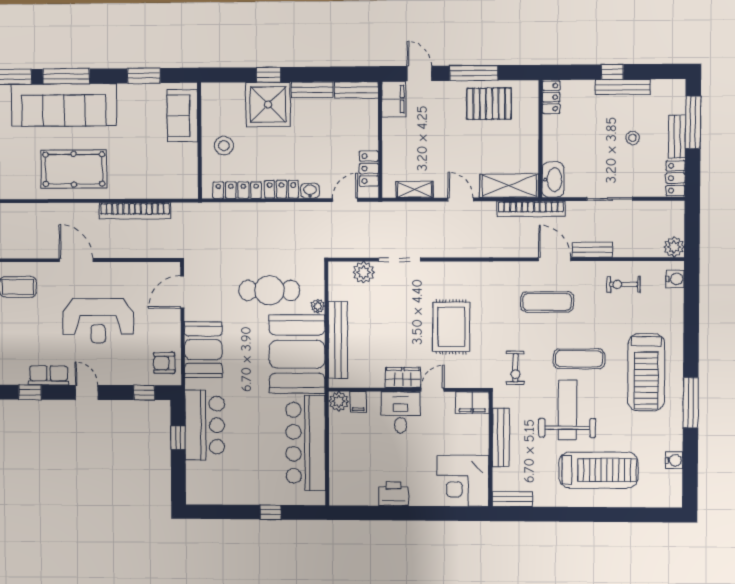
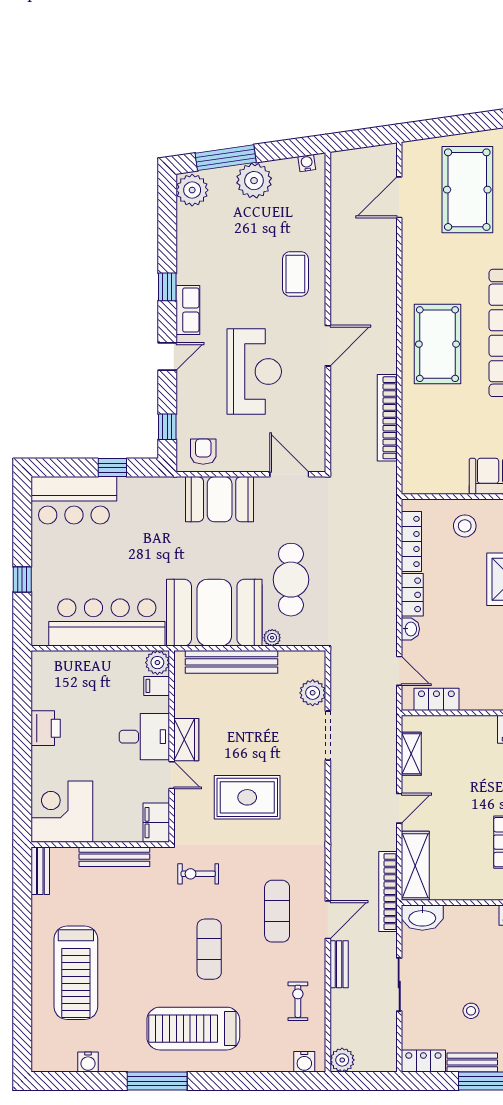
reception desk: (98, 321) -> (254, 372), turned 180
weight bench: (567, 410) -> (148, 935), removed
bar counter: (205, 425) -> (74, 500), moved

